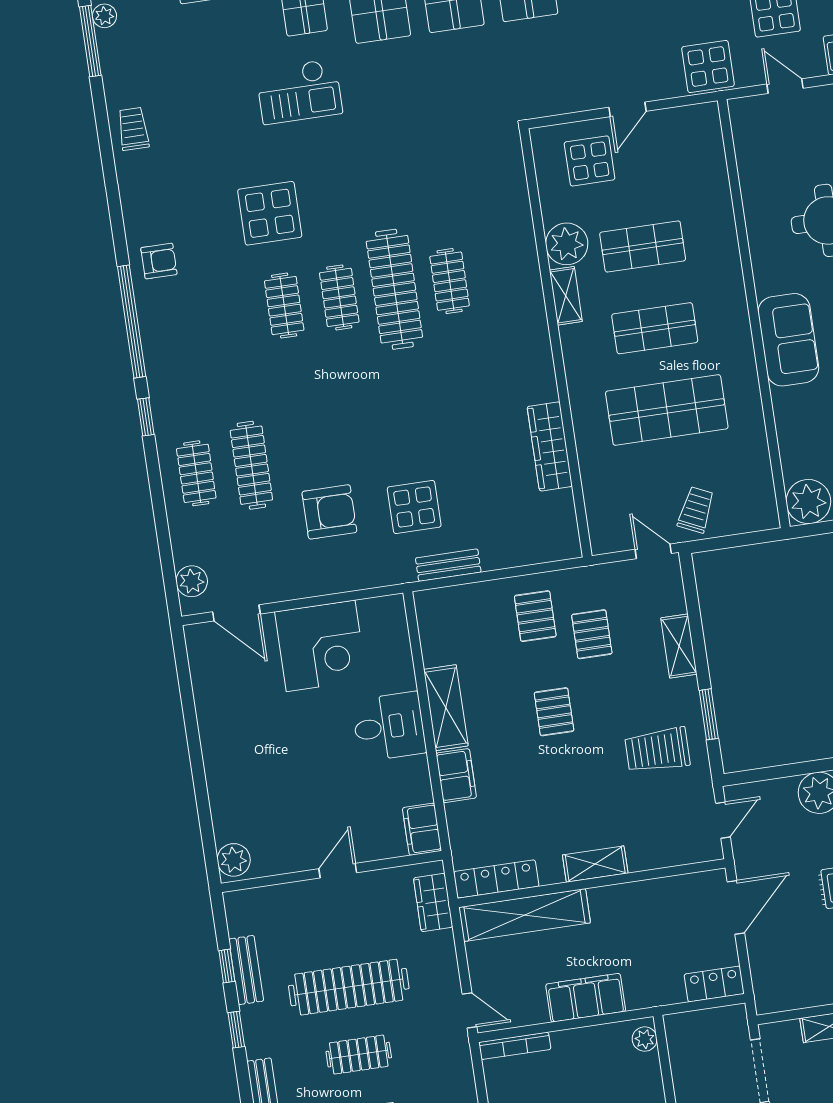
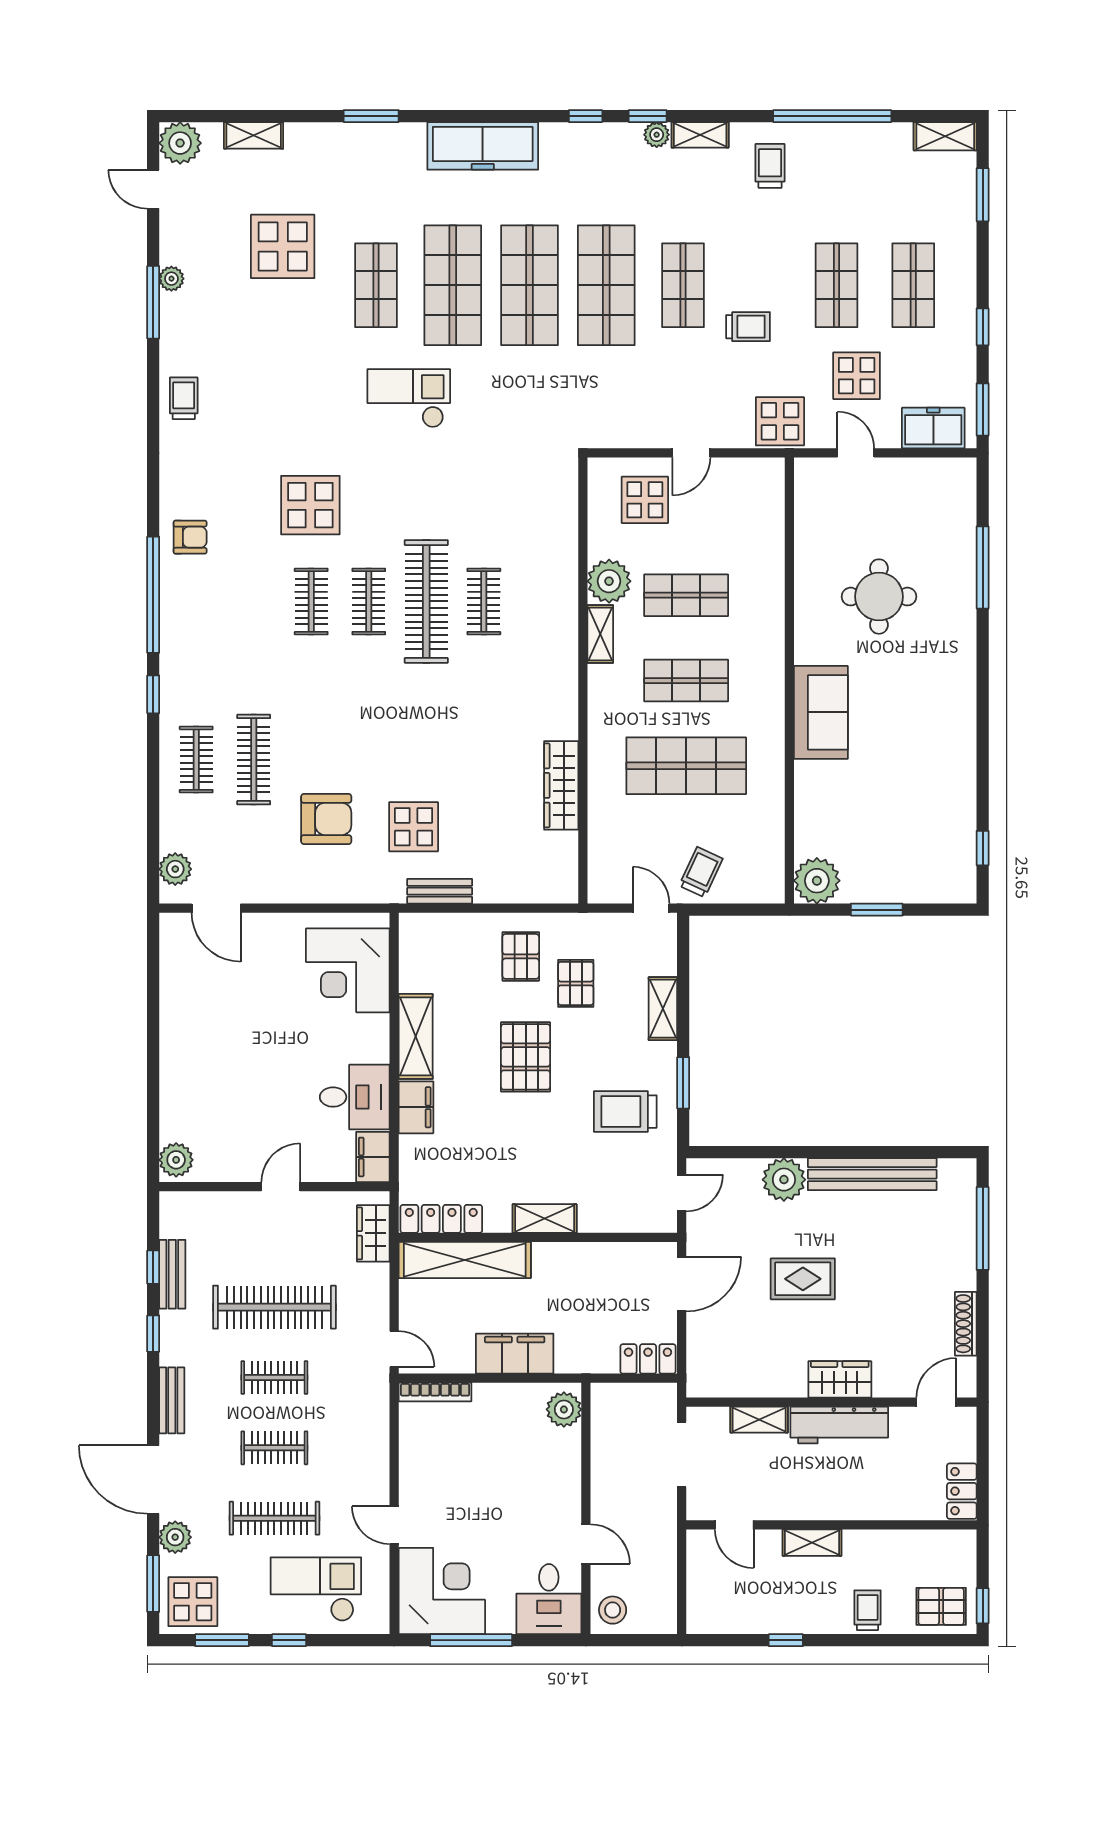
checkout: (299, 92) -> (409, 398), moved, turned 180
corner desk: (321, 646) -> (348, 970), moved, turned 90
pallet: (554, 712) -> (526, 1057), width x1.50, depth x1.42
desk: (389, 727) -> (355, 1097), moved
plant: (645, 1039) -> (564, 1409), width x1.38, depth x1.38

